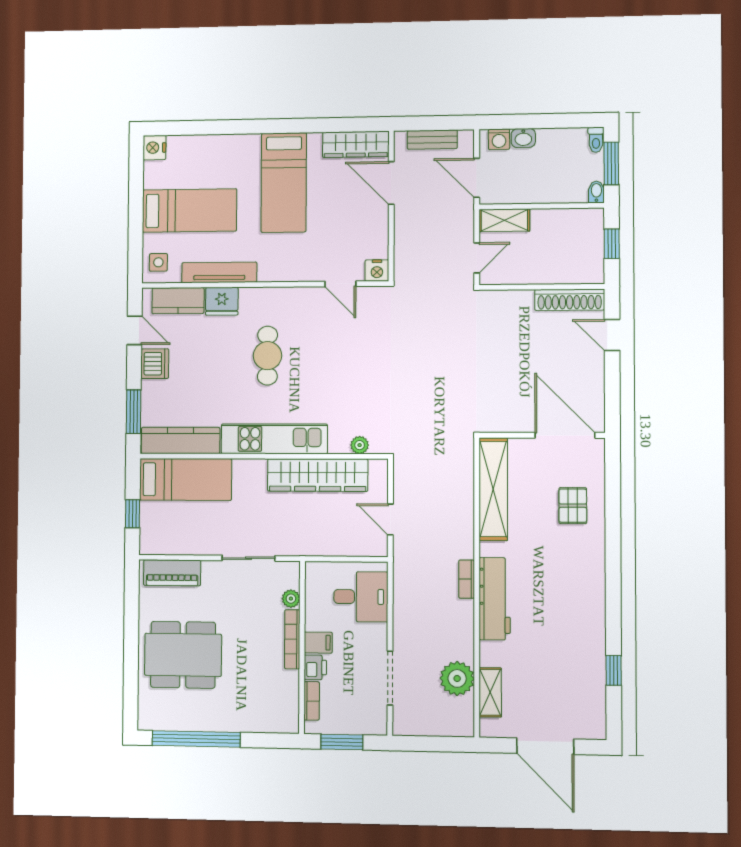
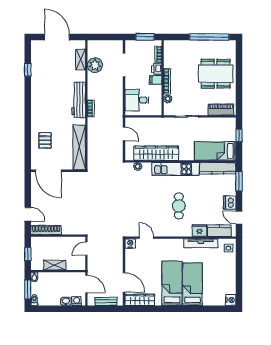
bed: (189, 210) -> (193, 284), moved, turned 90
shelving: (504, 220) -> (55, 265), moved

